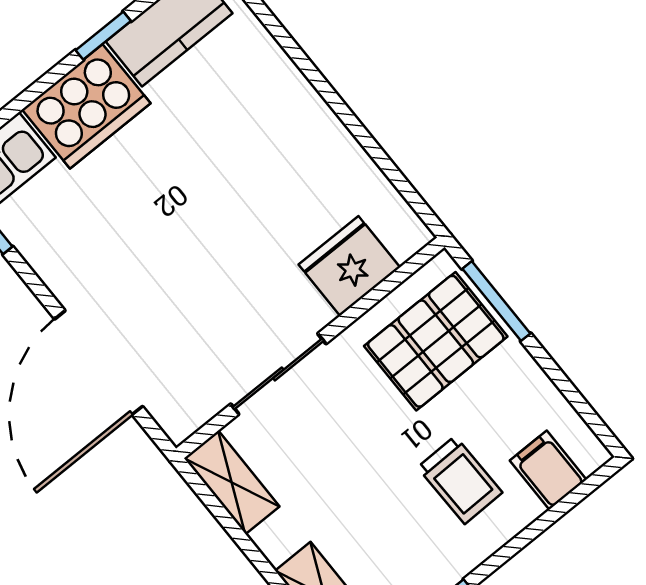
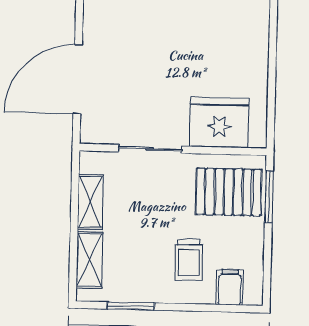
fridge: (349, 266) -> (219, 122), width x1.36, depth x1.34
shelving: (232, 482) -> (90, 202), moved

